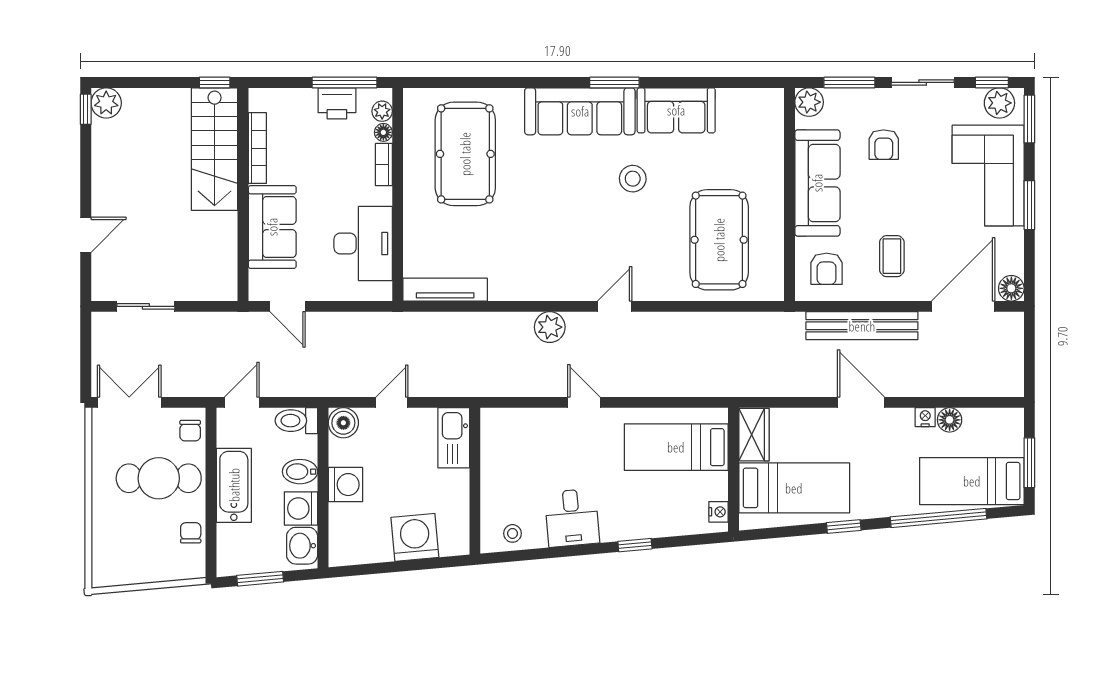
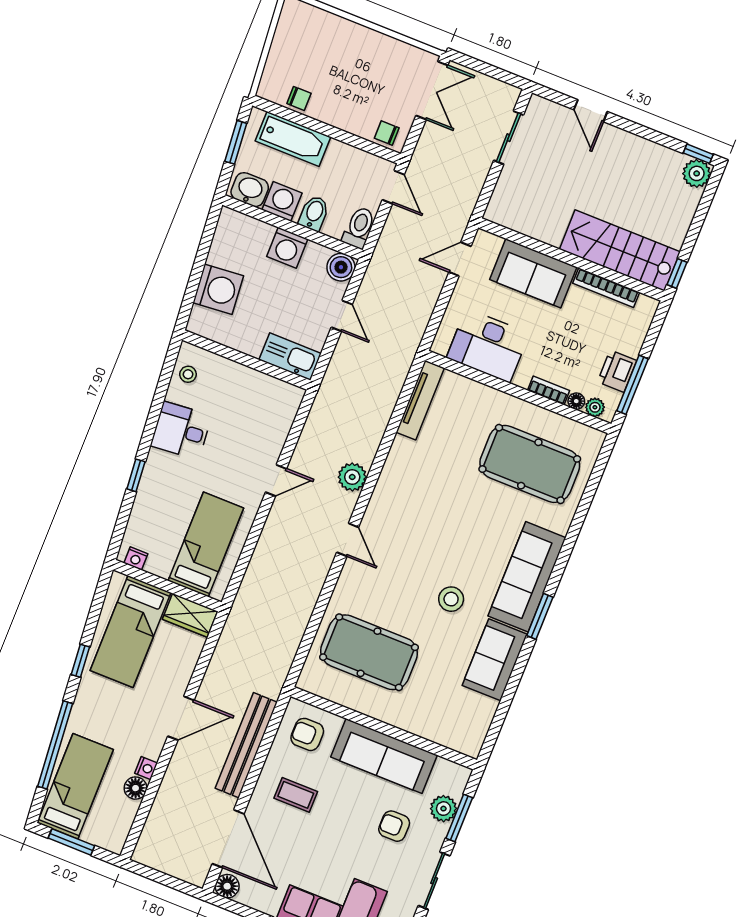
plant: (809, 102) -> (443, 809), moved
cafe table: (159, 478) -> (357, 90), removed
bathtub: (234, 485) -> (293, 139), moved

